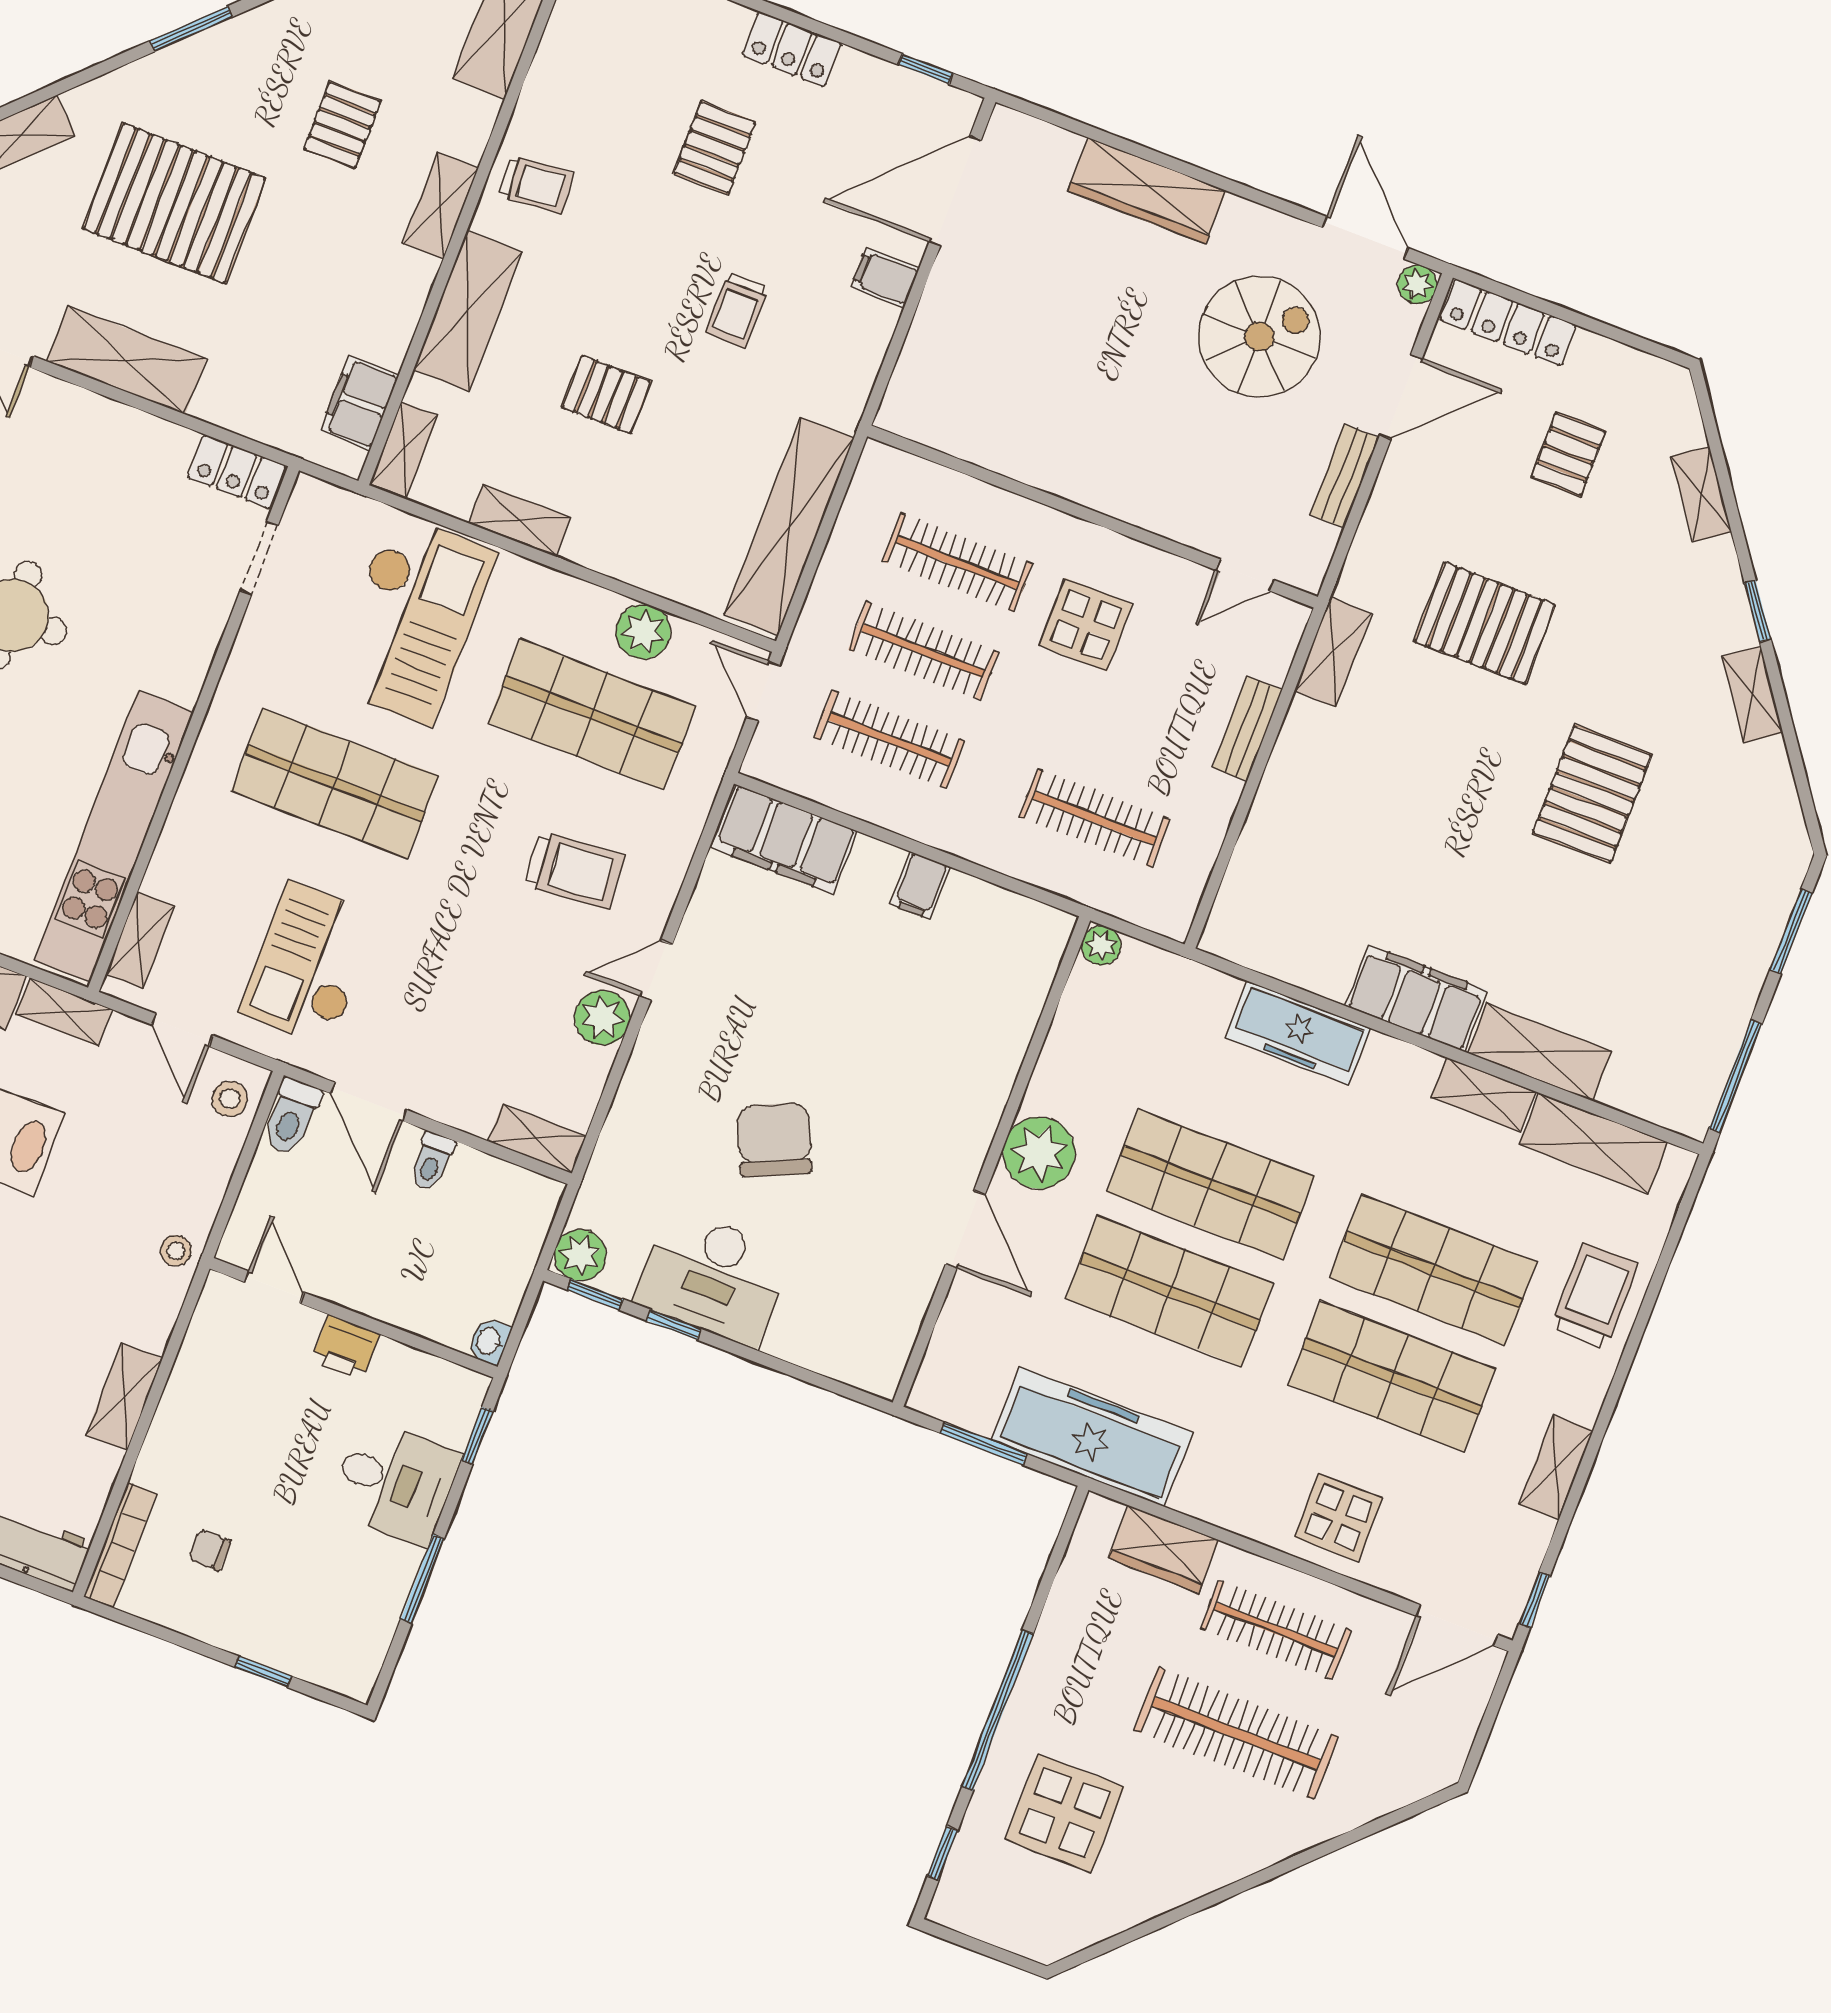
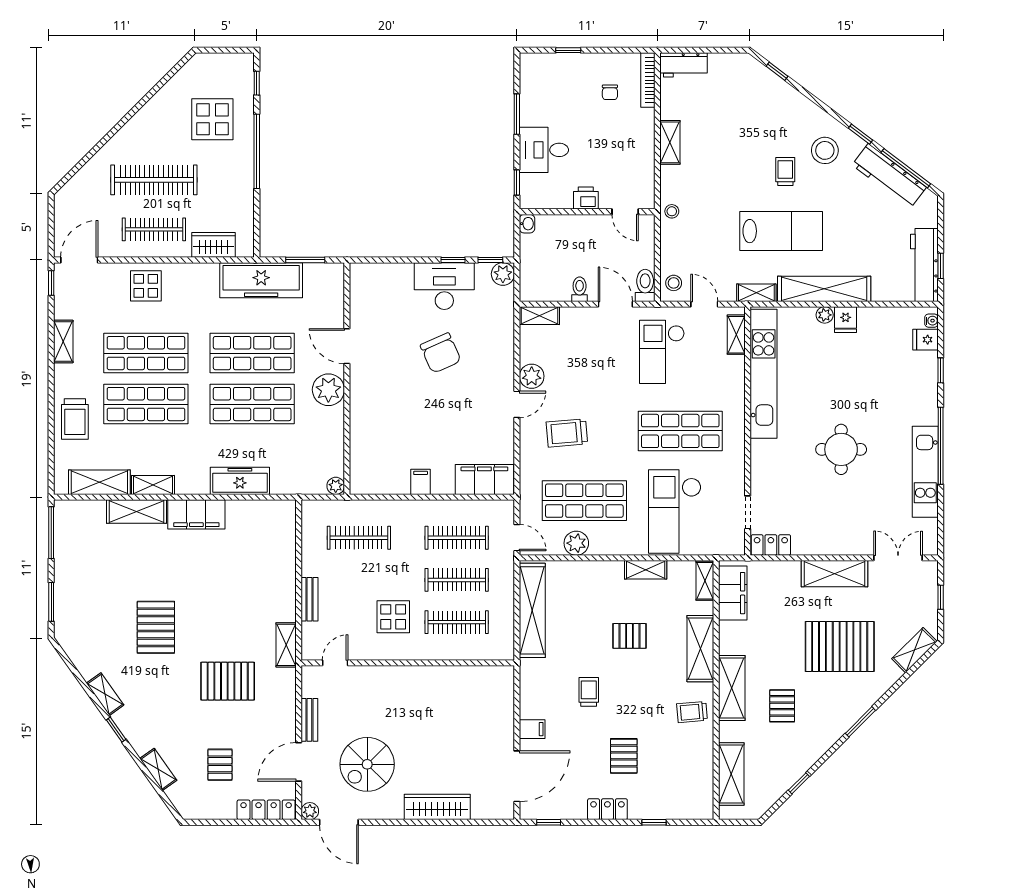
shelving: (441, 206) -> (732, 688), width x1.50, depth x1.33
filing cabinet: (359, 403) -> (733, 593), width x1.50, depth x1.17
checkout: (310, 964) -> (662, 352), turned 180
chair: (210, 1550) -> (610, 92), turned 90

